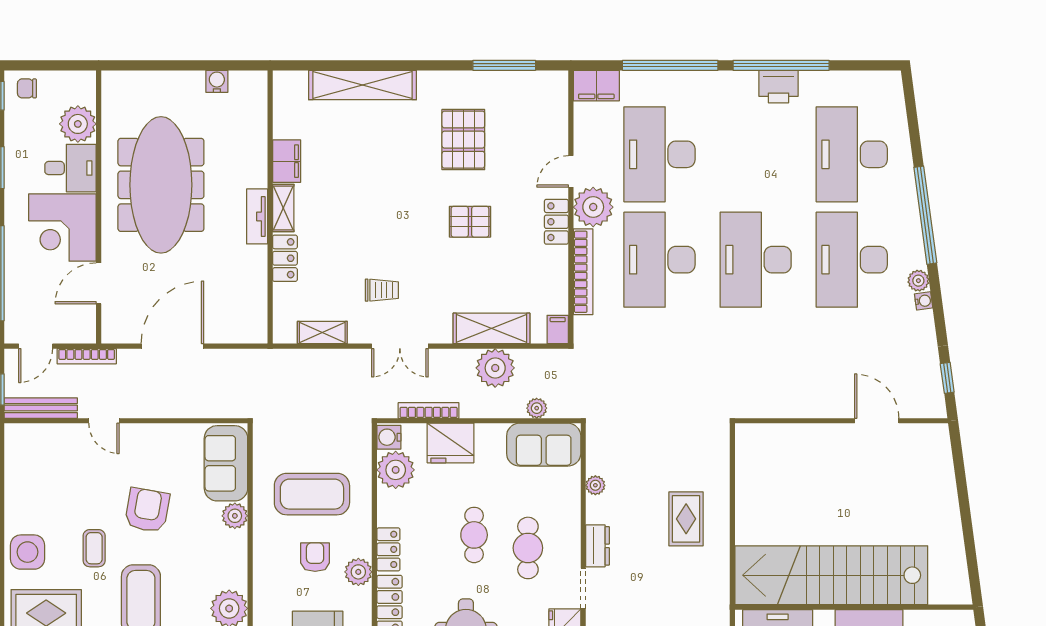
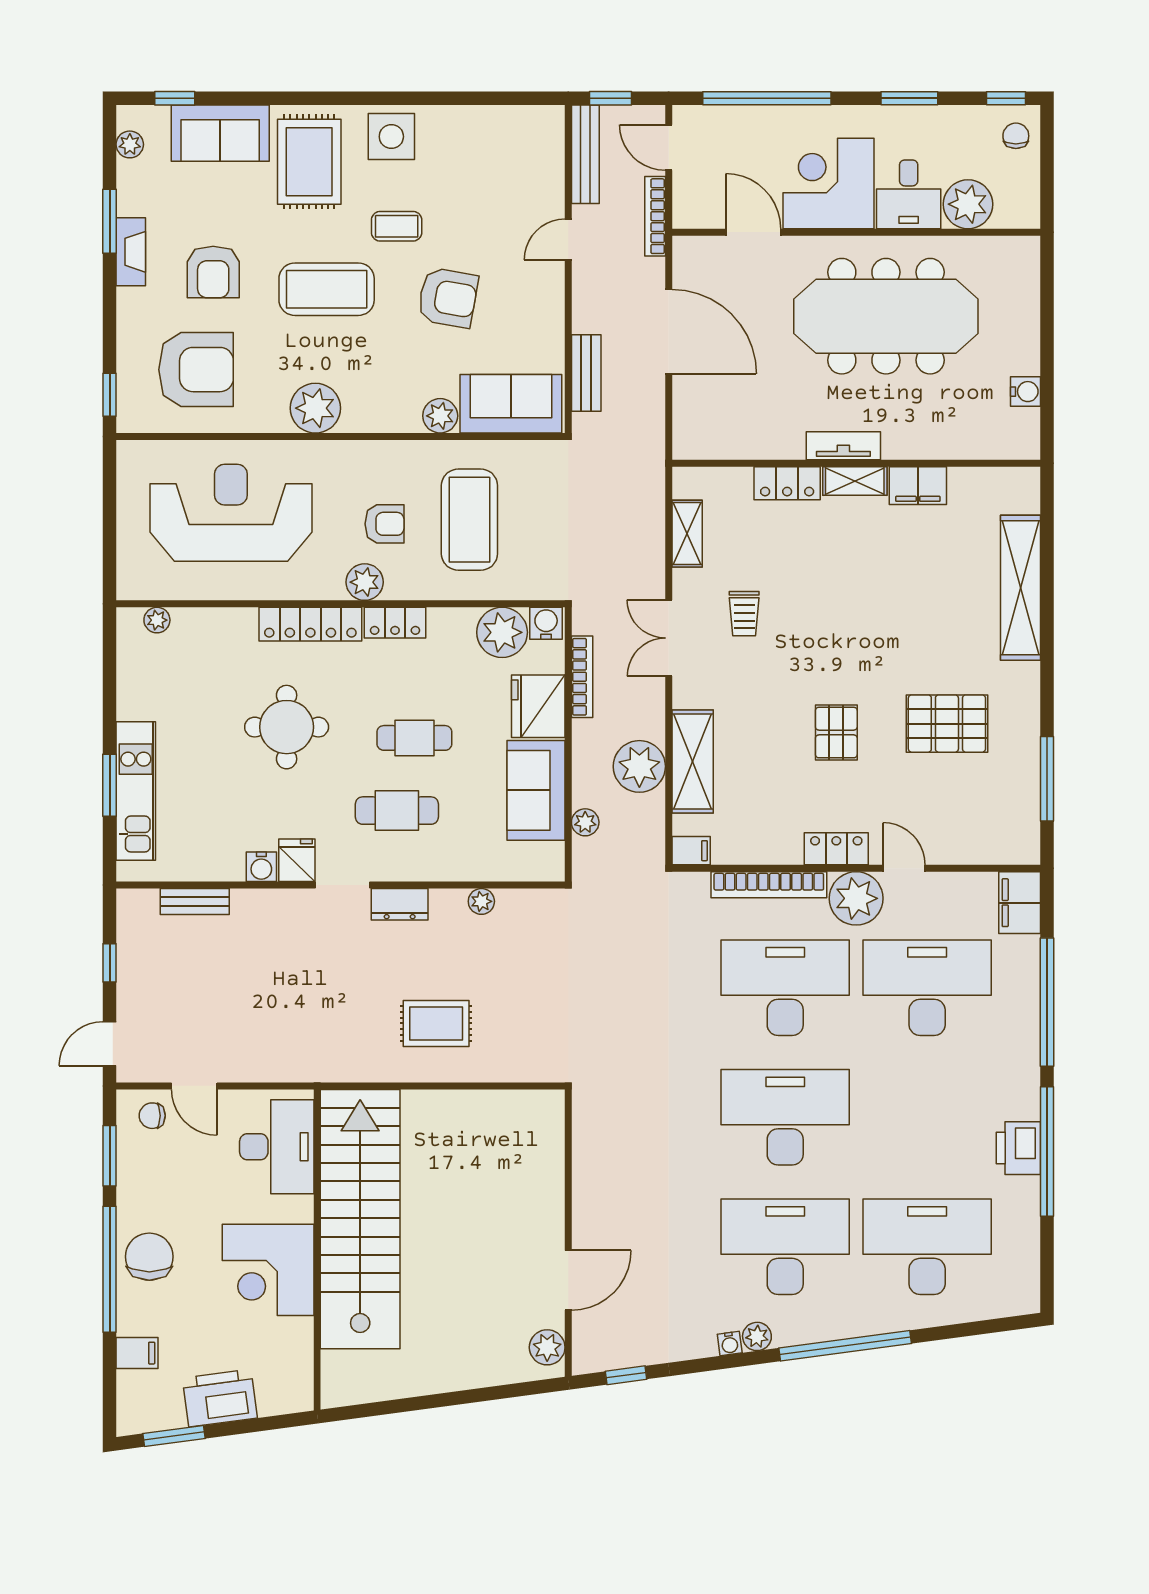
bench: (203, 407) -> (586, 373), added
plant: (926, 436) -> (547, 1347), added
sofa: (544, 445) -> (536, 790), moved

